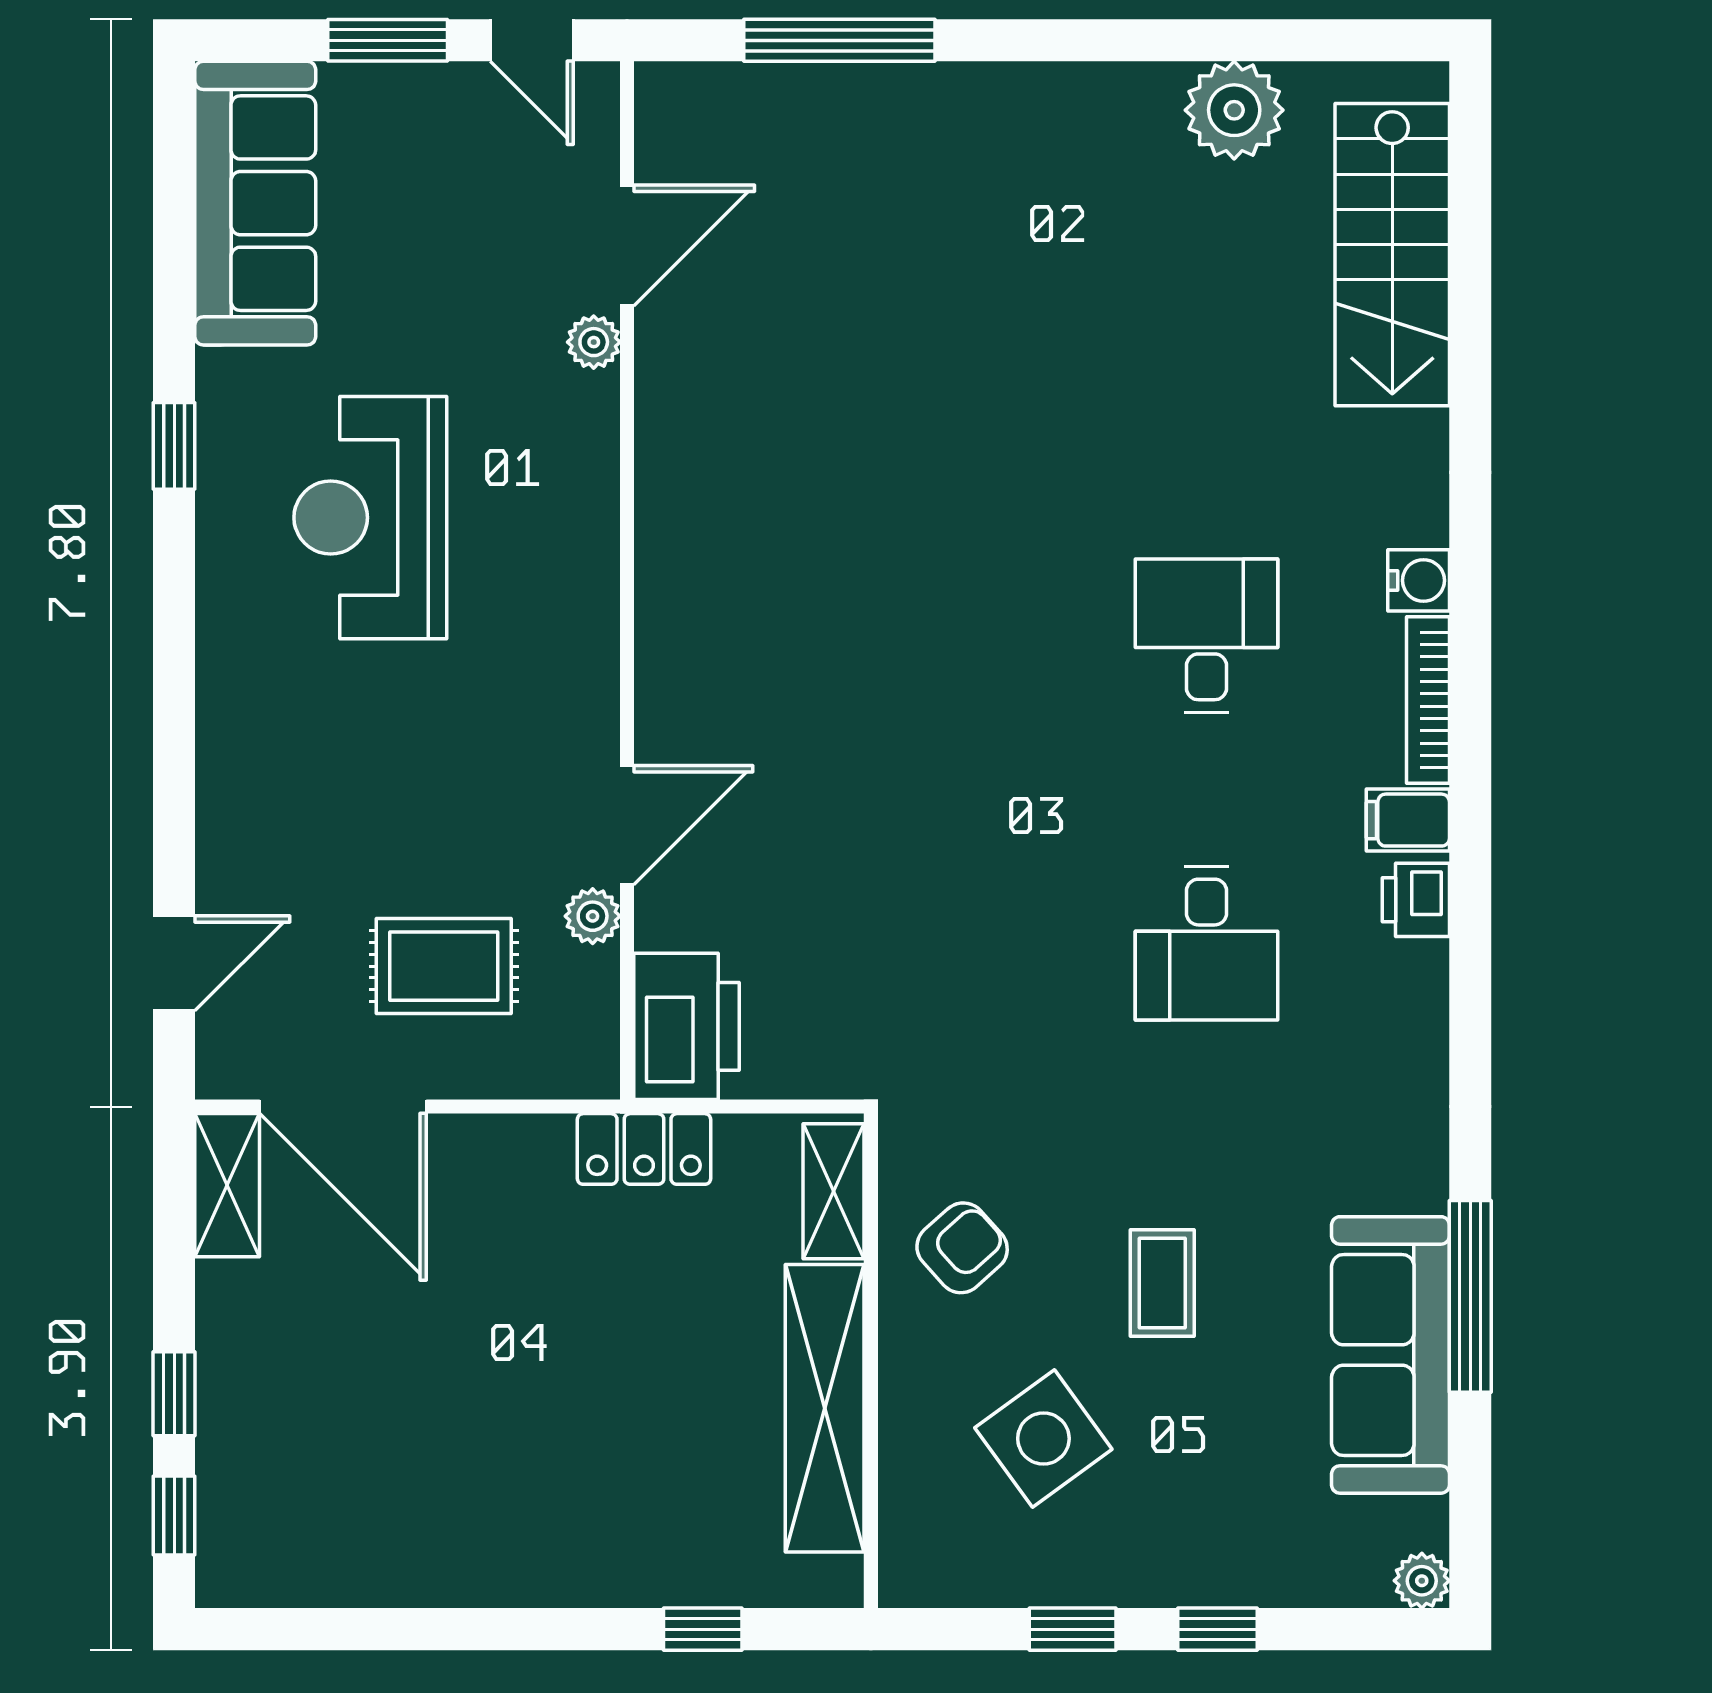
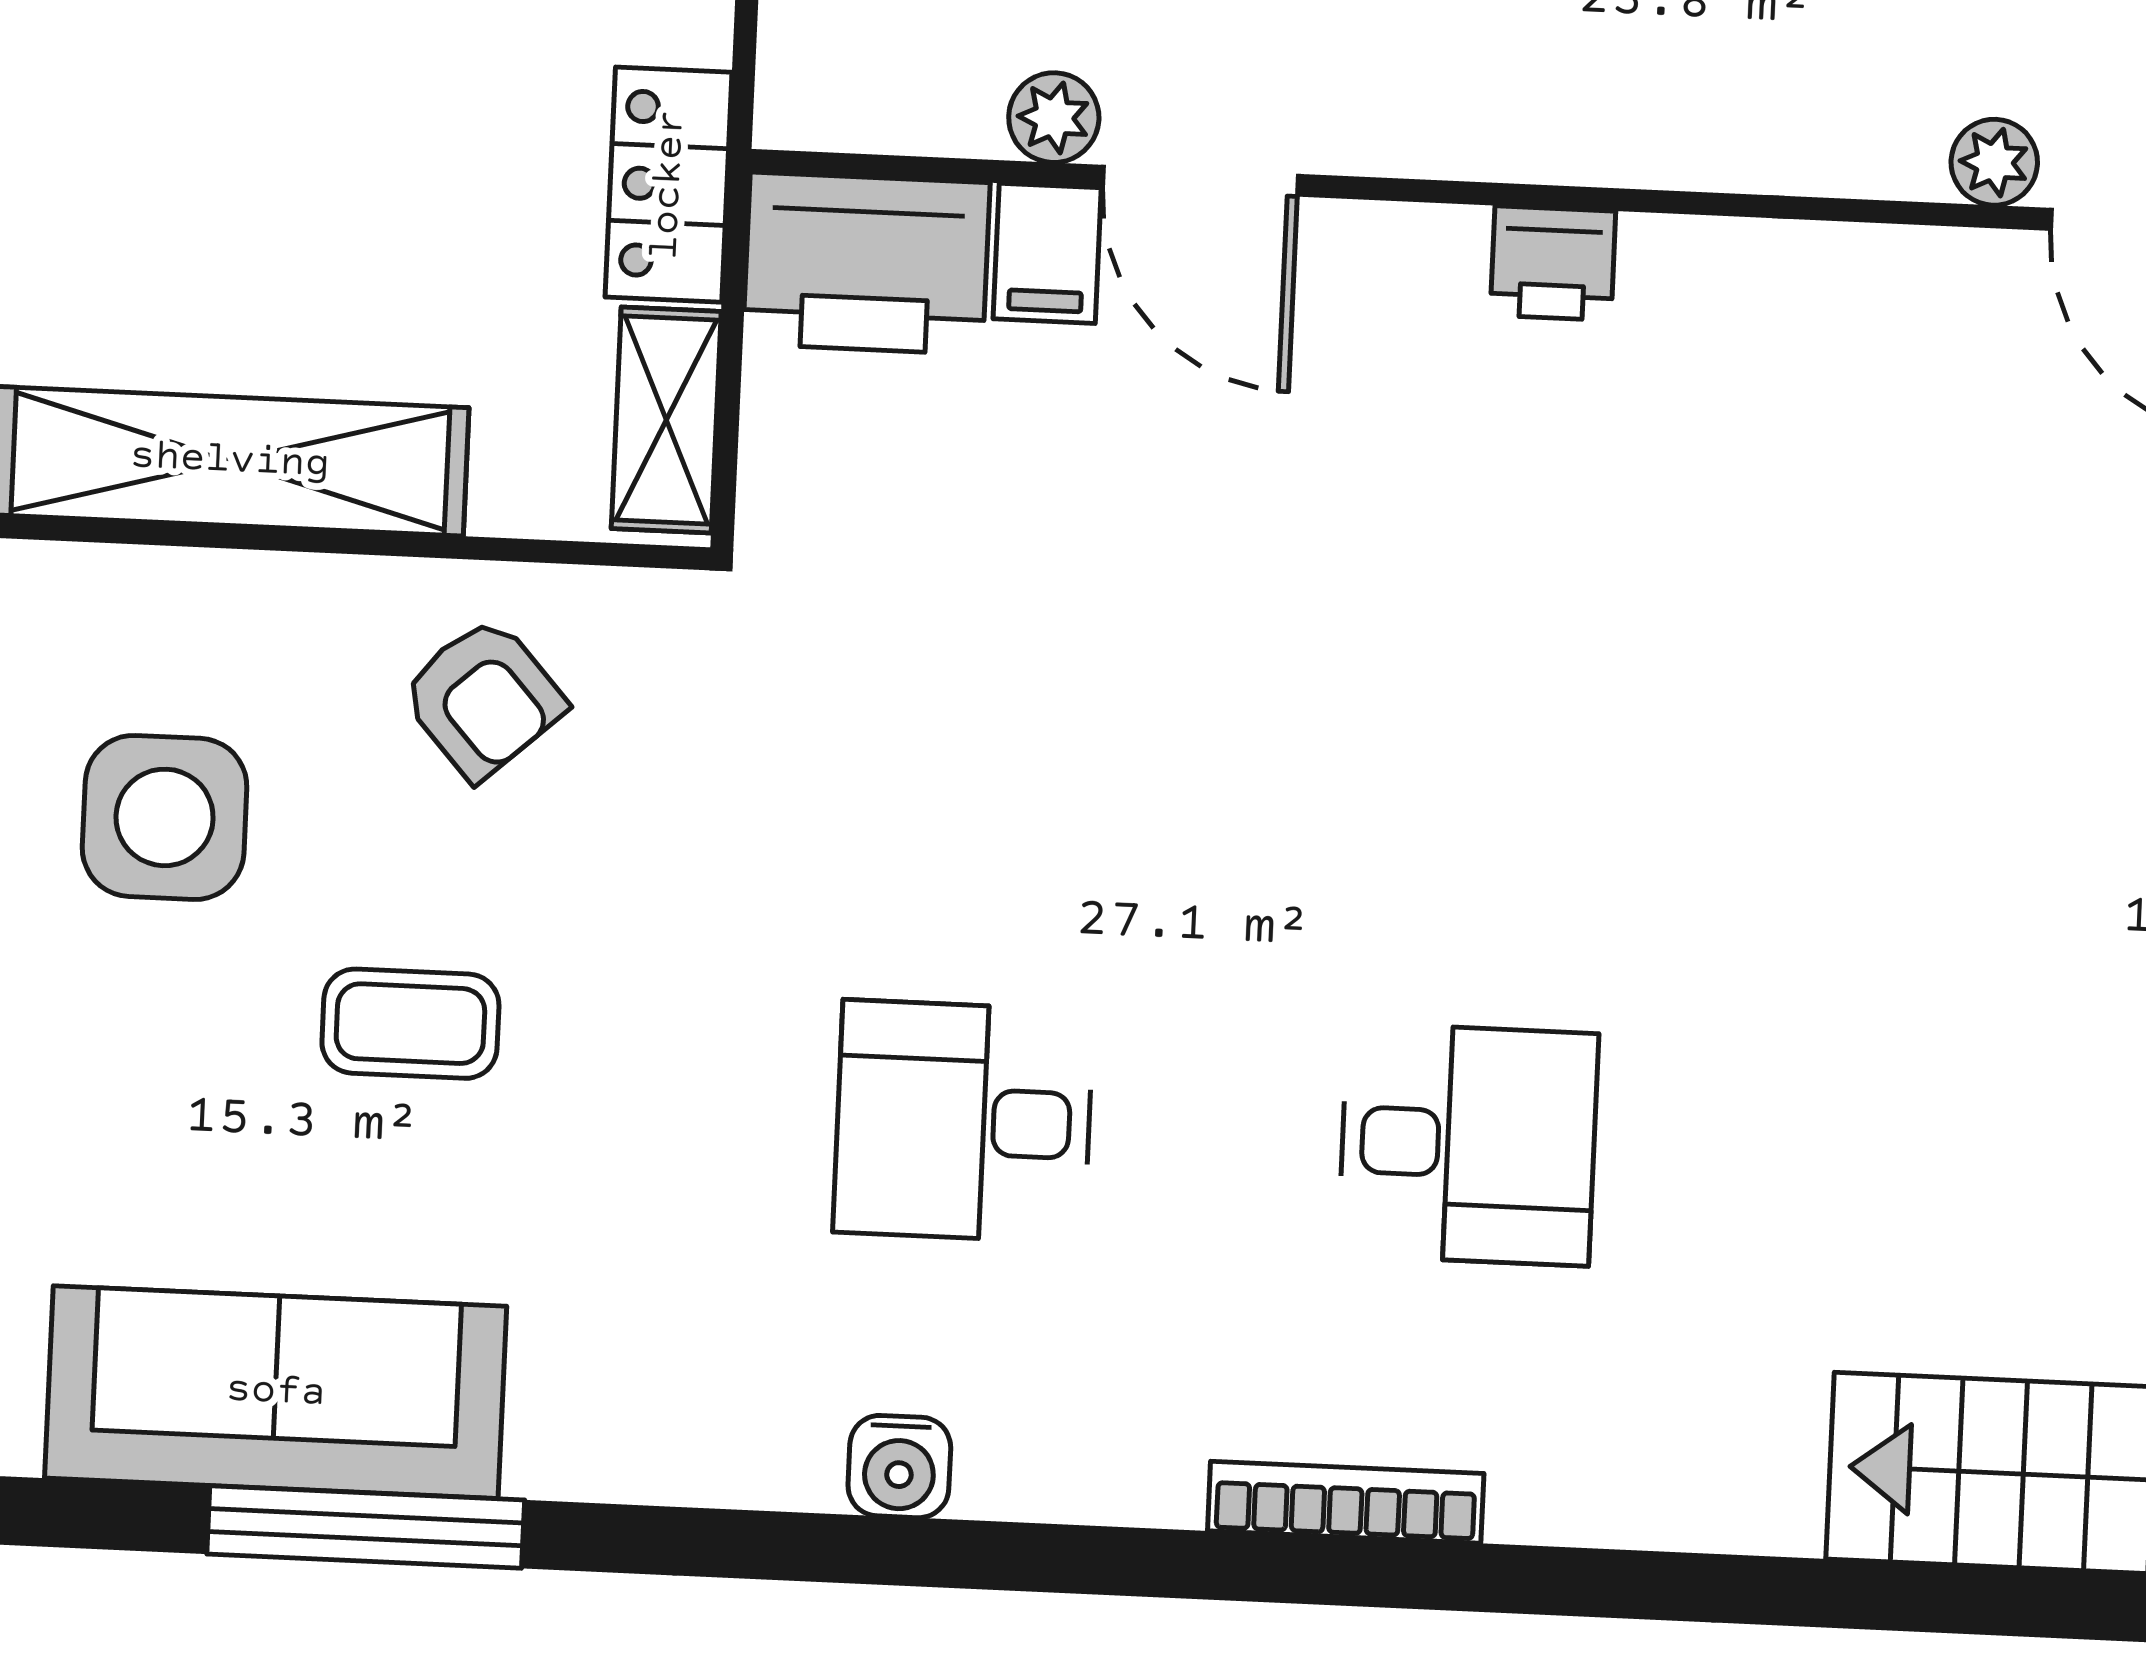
water cooler: (1419, 580) -> (899, 1467), moved
filing cabinet: (1408, 820) -> (1047, 253), moved, turned 180
printer: (1416, 900) -> (1553, 263), moved, turned 180
shelving: (833, 1191) -> (666, 420), moved, turned 90
side table: (1043, 1439) -> (165, 817), turned 36

